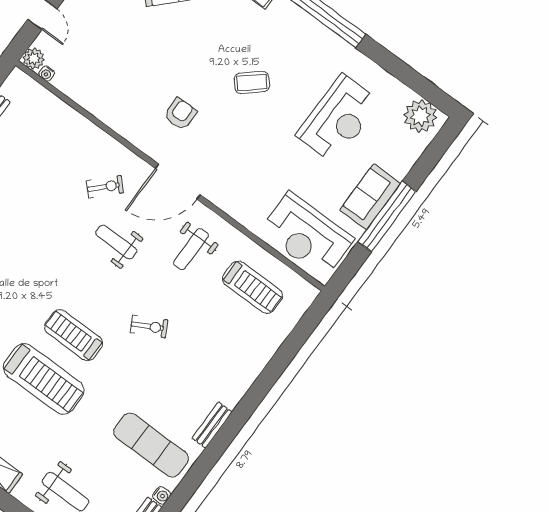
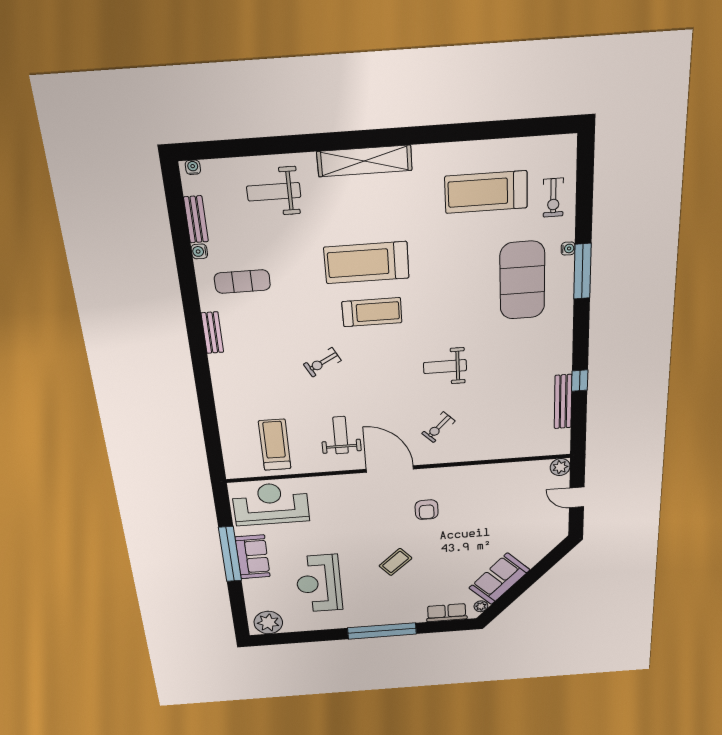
water cooler: (47, 74) -> (543, 465), removed
door: (178, 182) -> (390, 469), hinge flipped
weight bench: (116, 242) -> (445, 367), moved, turned 180
treadmill: (253, 287) -> (275, 445), turned 90
exercise mat: (151, 445) -> (242, 282), width x0.73, depth x0.69

